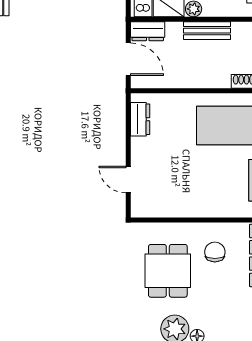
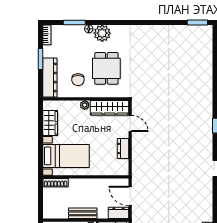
dresser: (140, 119) -> (123, 149), moved
wardrobe: (163, 205) -> (110, 108), added
plant: (204, 210) -> (85, 105), added

